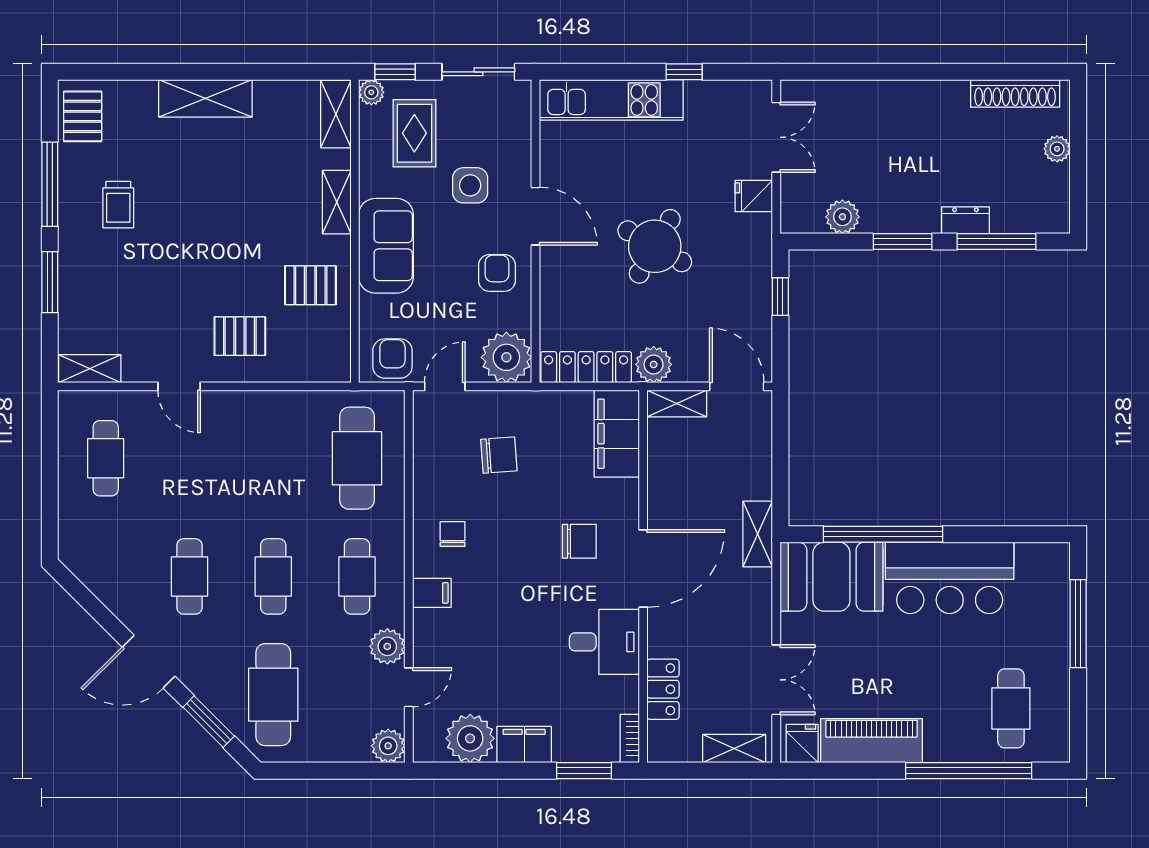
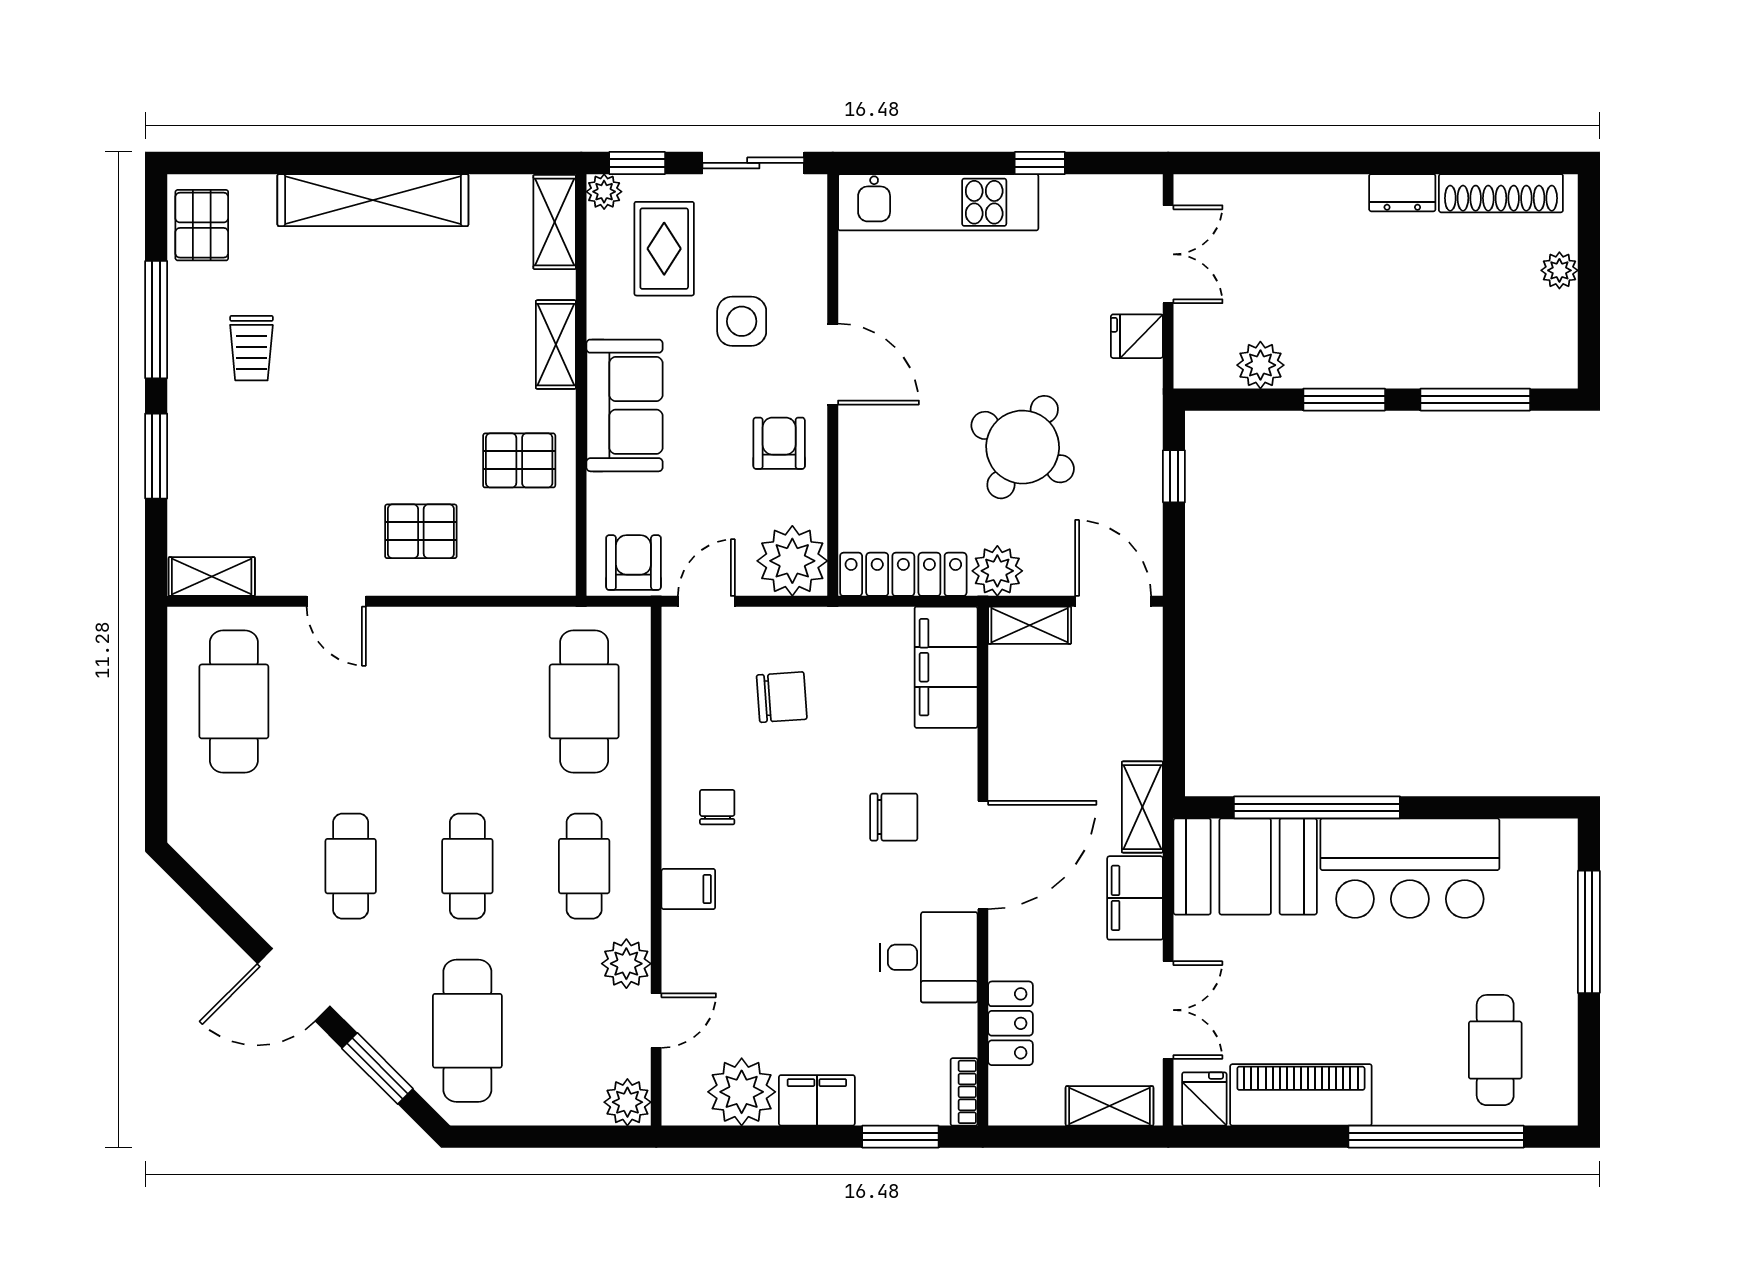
shelving: (205, 98) -> (373, 200), width x1.47
dresser: (965, 220) -> (1402, 193), moved, turned 180
round table: (655, 246) -> (1023, 447), moved
cafe table: (106, 458) -> (234, 701), width x1.37, depth x1.35
filing cabinet: (752, 599) -> (1135, 898), added

